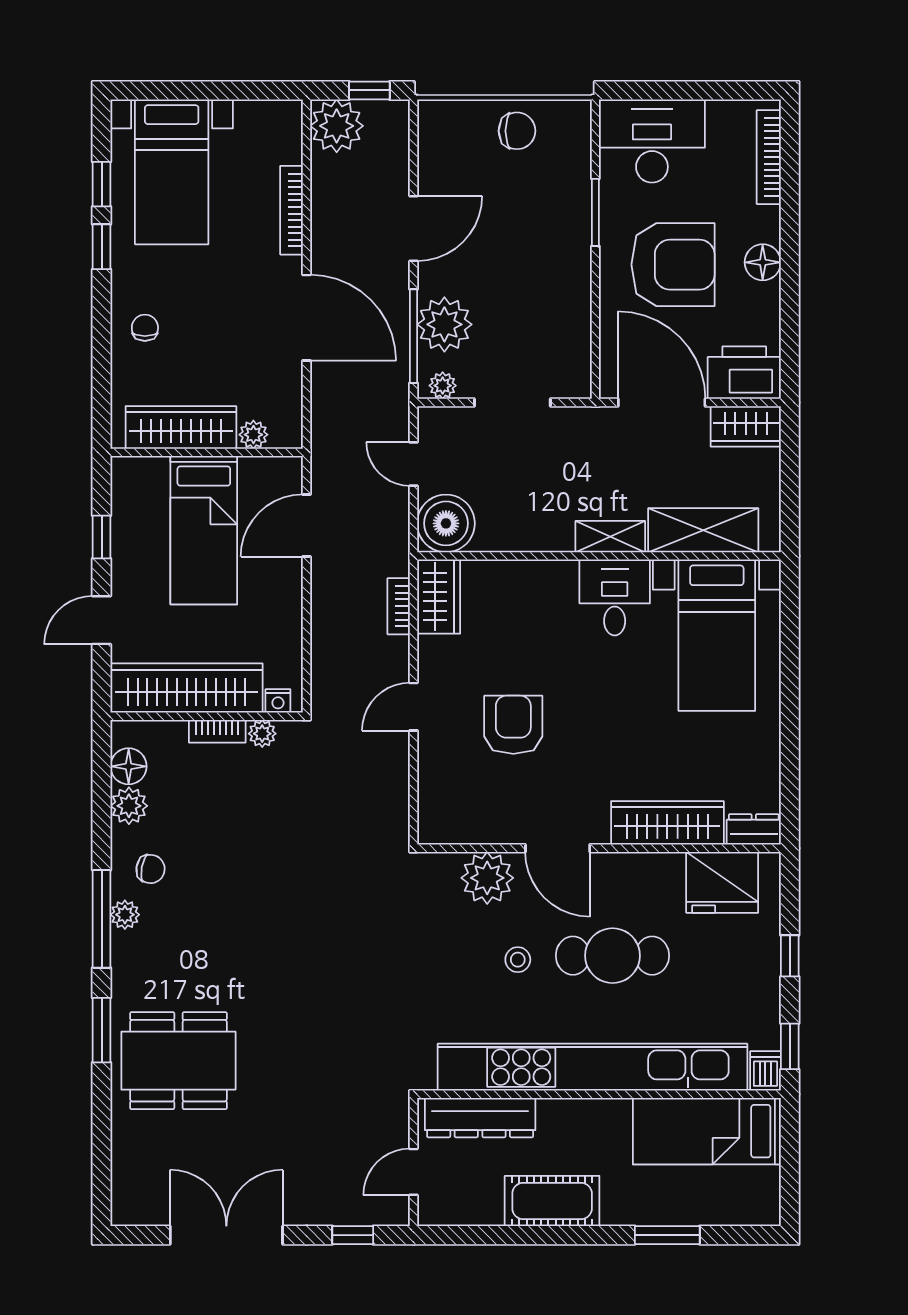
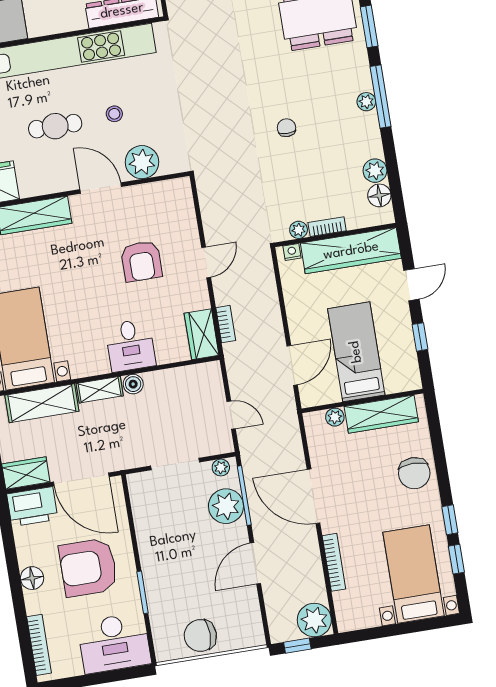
chair: (517, 131) -> (200, 635), width x1.37, depth x1.37
chair: (145, 328) -> (414, 473), width x1.87, depth x1.87
boiler: (446, 523) -> (133, 384), moved, width x0.54, depth x0.54
desk: (615, 597) -> (130, 345), moved
chair: (150, 869) -> (287, 128), moved, turned 80
cafe table: (612, 956) -> (55, 126), width x0.73, depth x0.74

